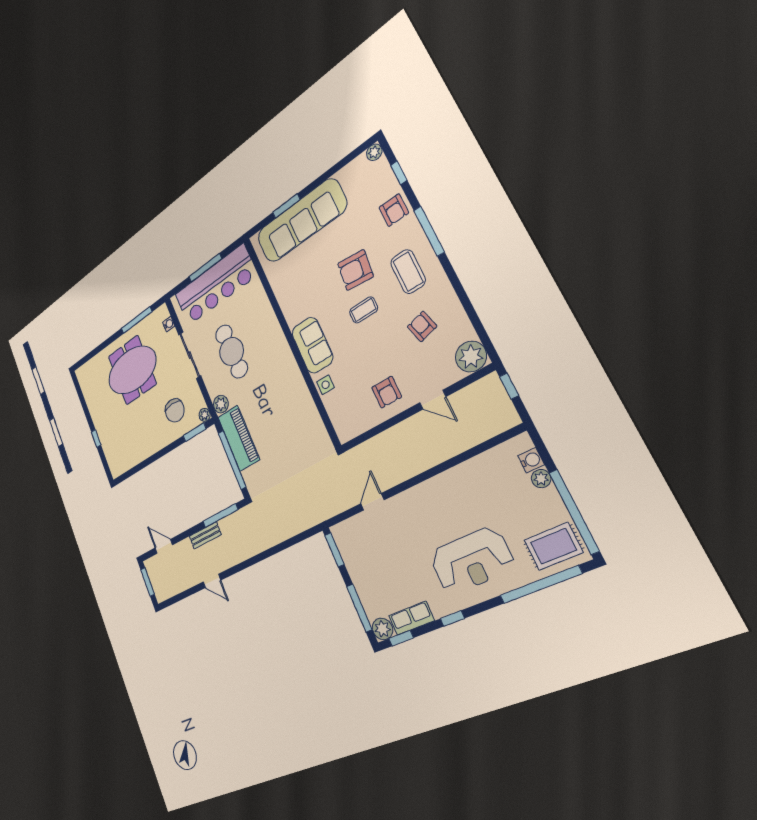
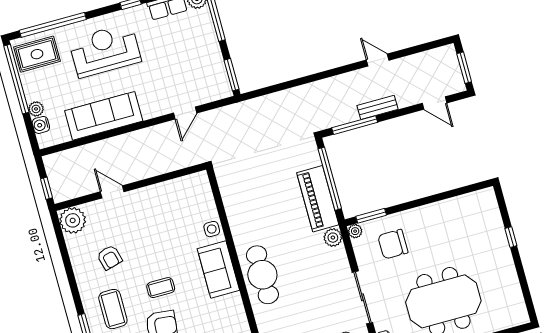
cafe table: (232, 351) -> (262, 275), moved
armchair: (387, 392) -> (153, 208), removed
chair: (175, 410) -> (393, 244), turned -90
sofa: (458, 484) -> (104, 116), added

